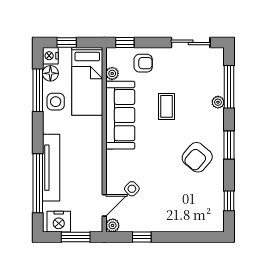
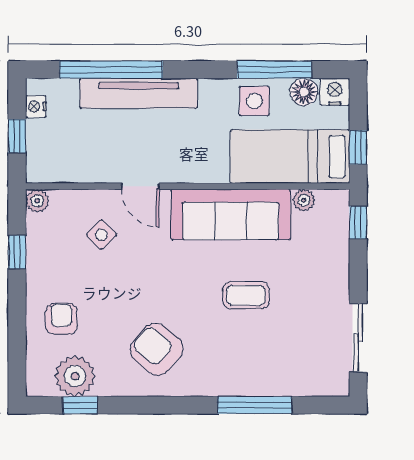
window: (67, 42) -> (358, 147), moved
armchair: (143, 63) -> (61, 319), moved, turned 180
window: (229, 87) -> (255, 405), moved
plant: (218, 102) -> (75, 376), moved, width x1.87, depth x1.87
window: (229, 145) -> (178, 405), removed
door: (104, 205) -> (140, 186), moved
nightstand: (59, 222) -> (36, 106), width x0.53, depth x0.56
window: (76, 237) -> (17, 136), width x0.67

